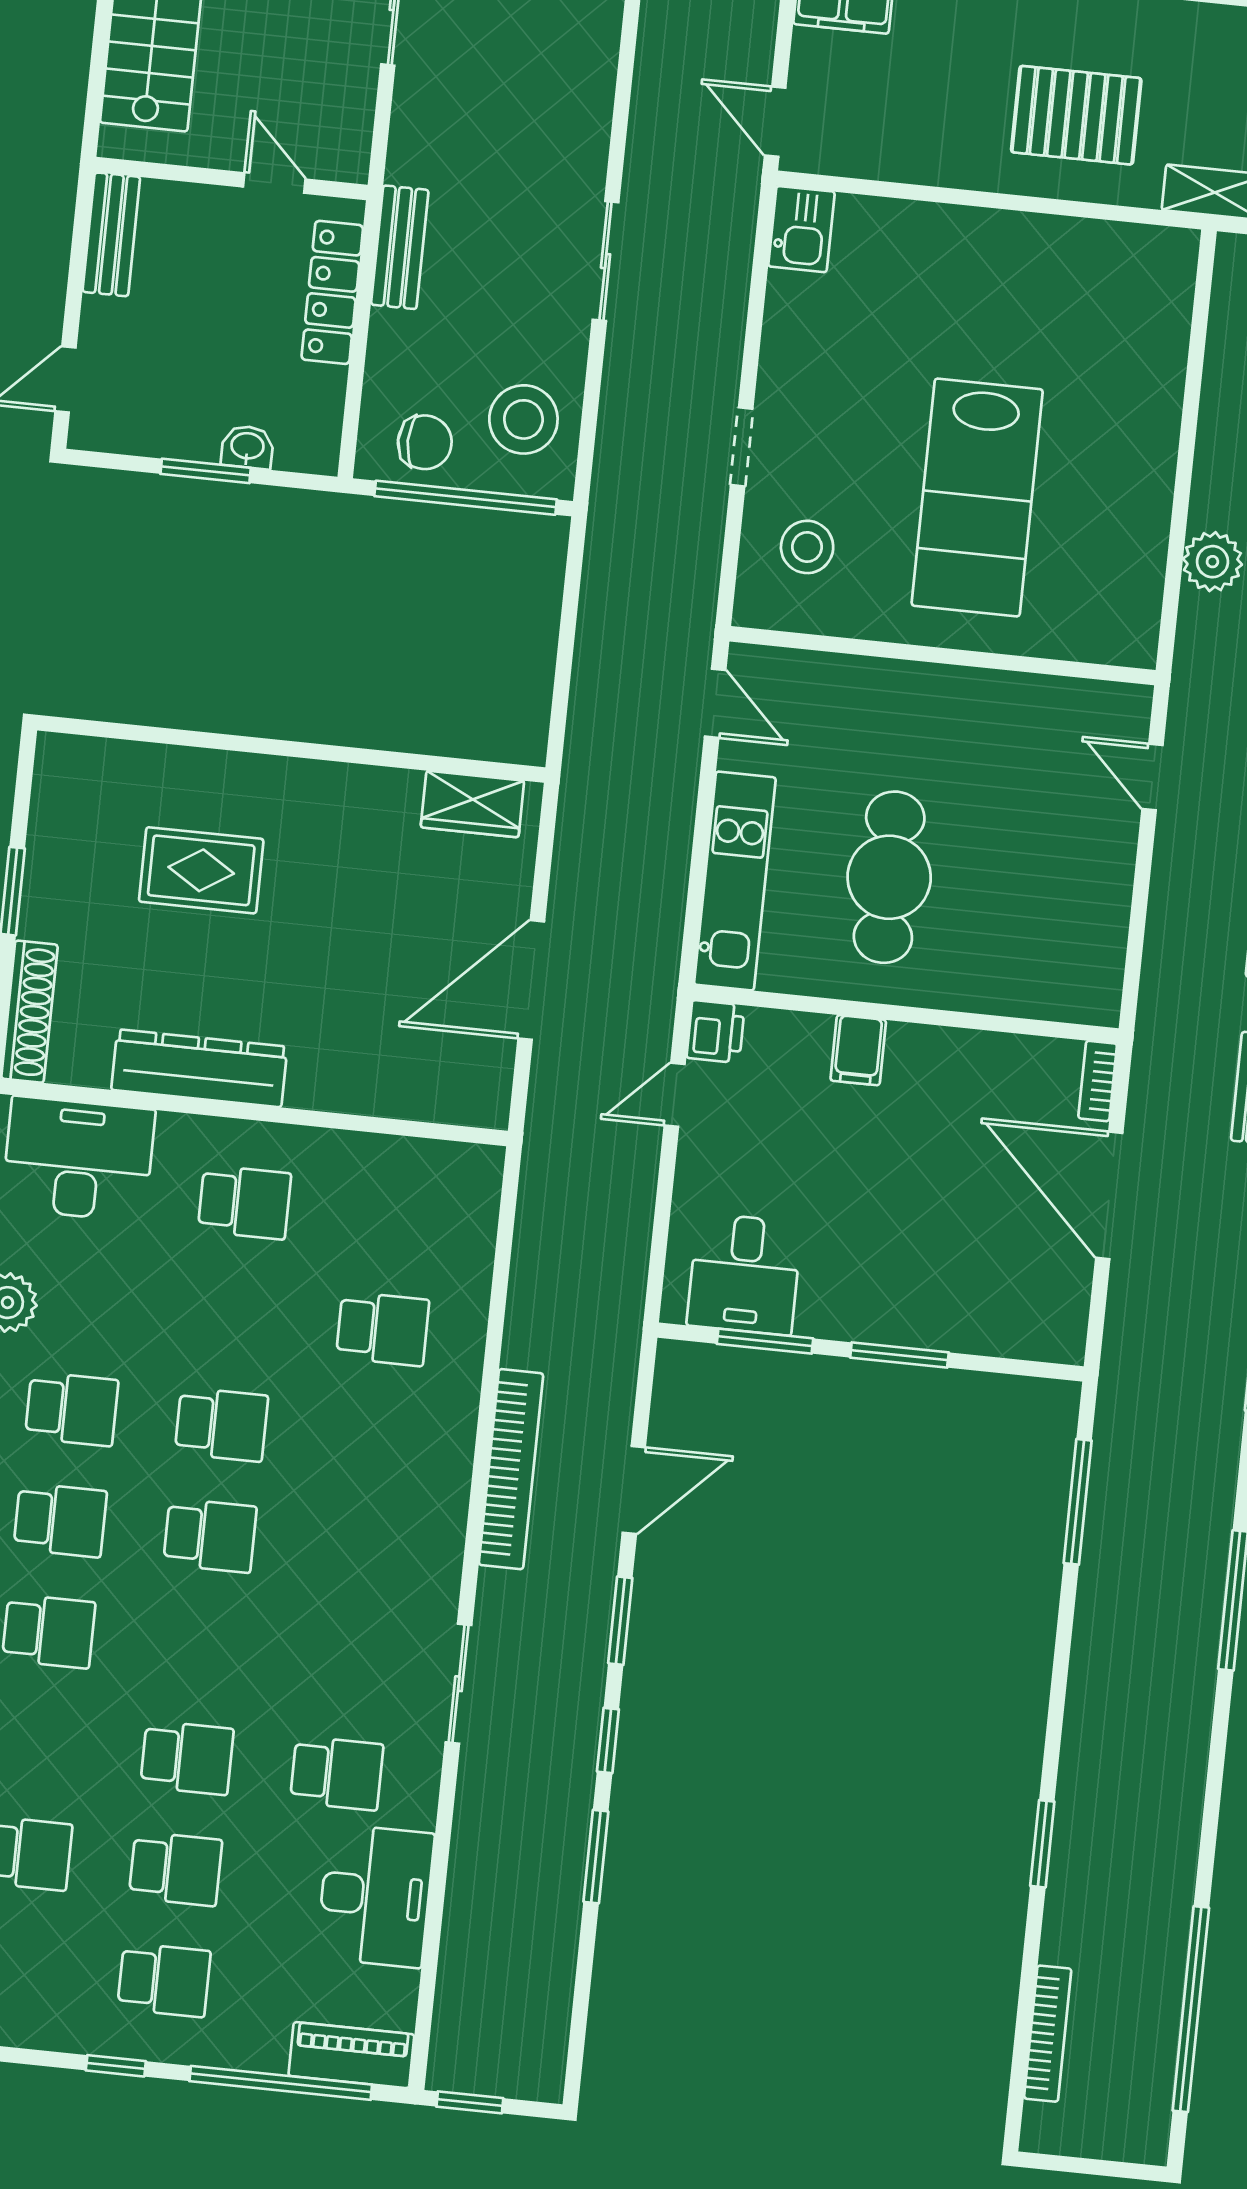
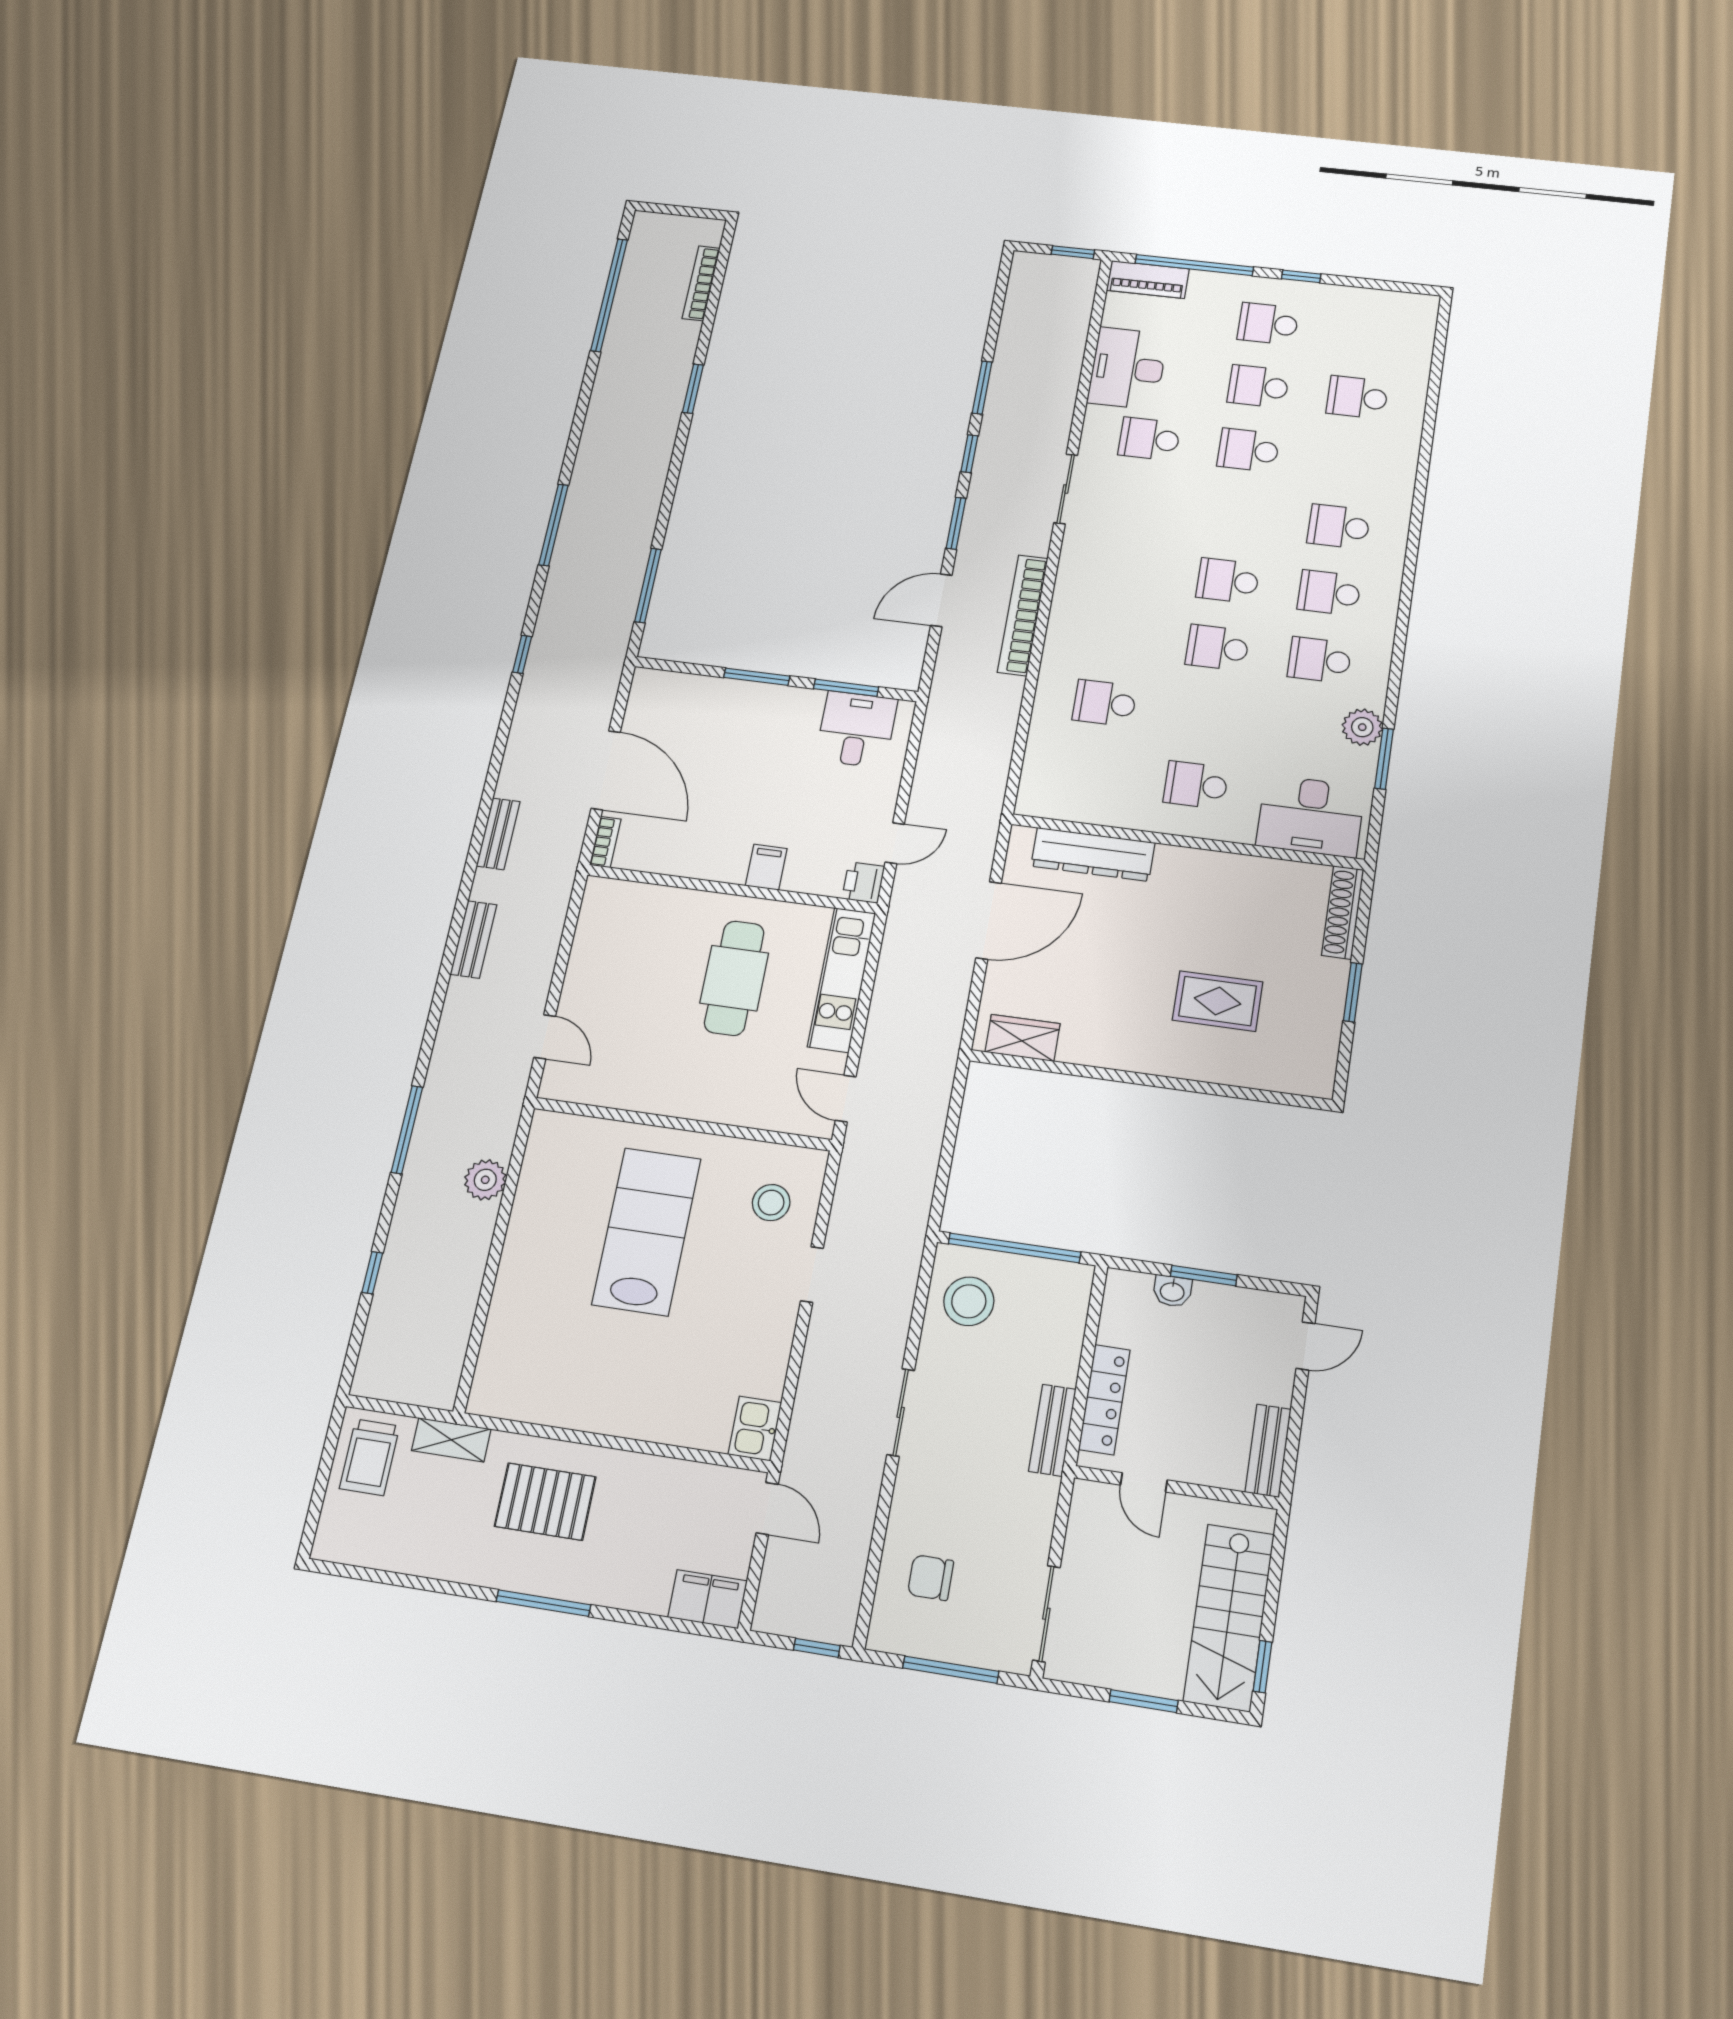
chair: (425, 442) -> (931, 1578), moved
dresser: (199, 1068) -> (1093, 854), moved

